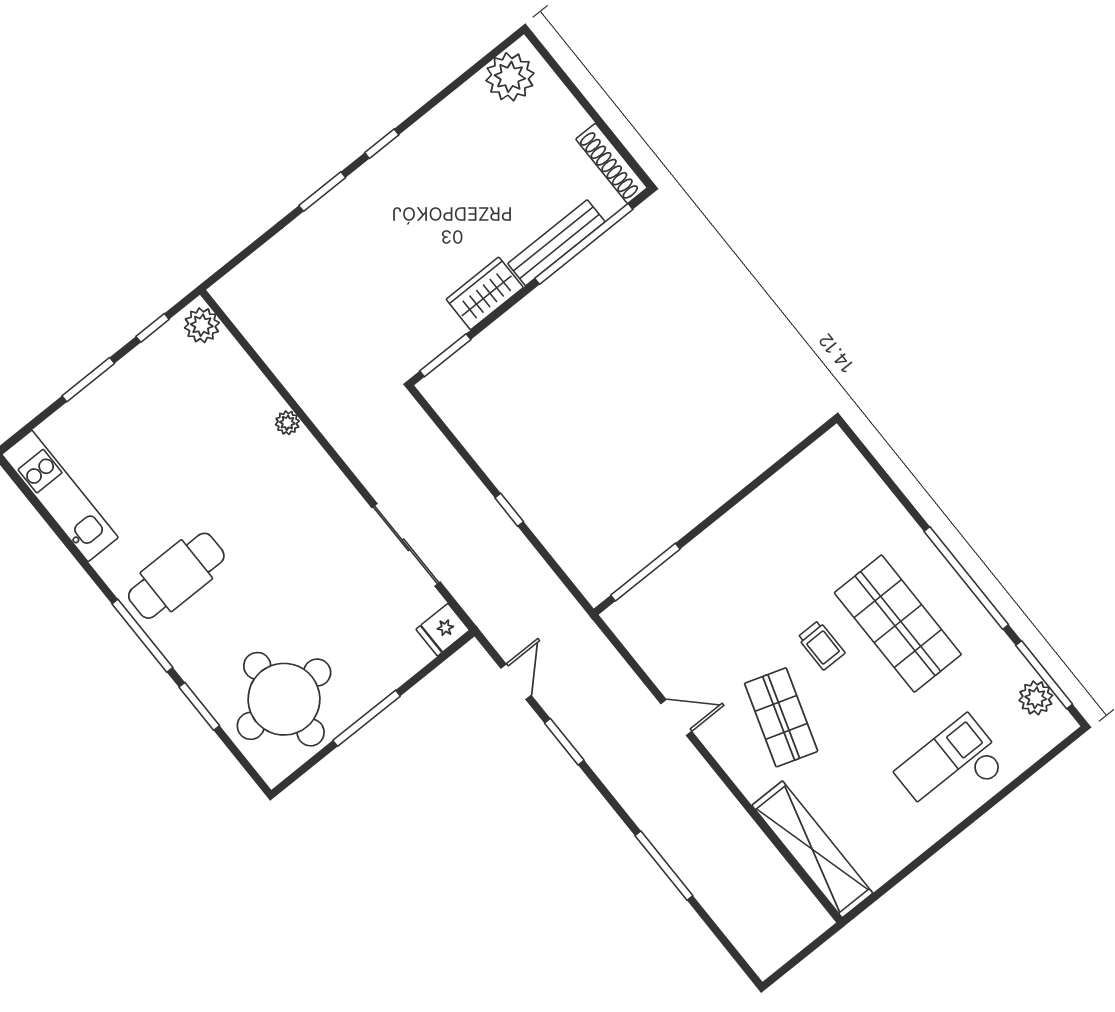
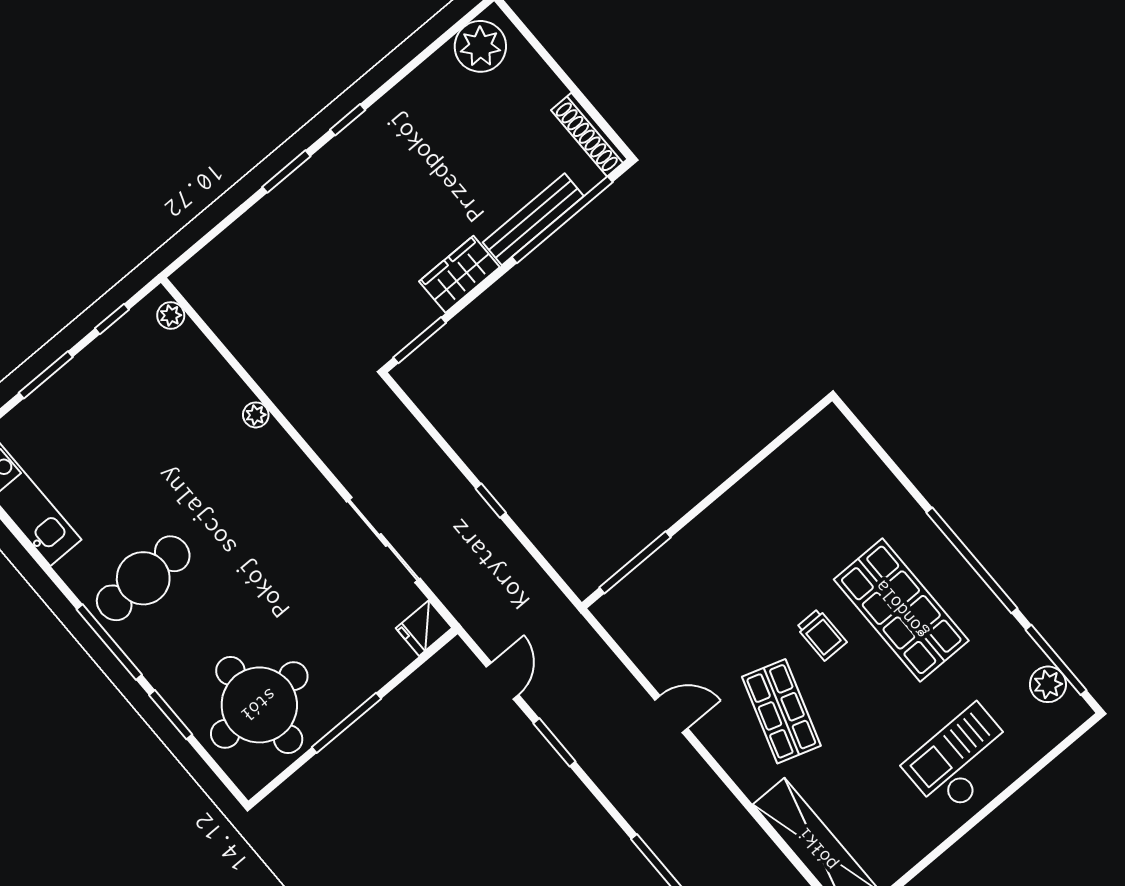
plant: (202, 325) -> (171, 315), width x0.73, depth x0.73

